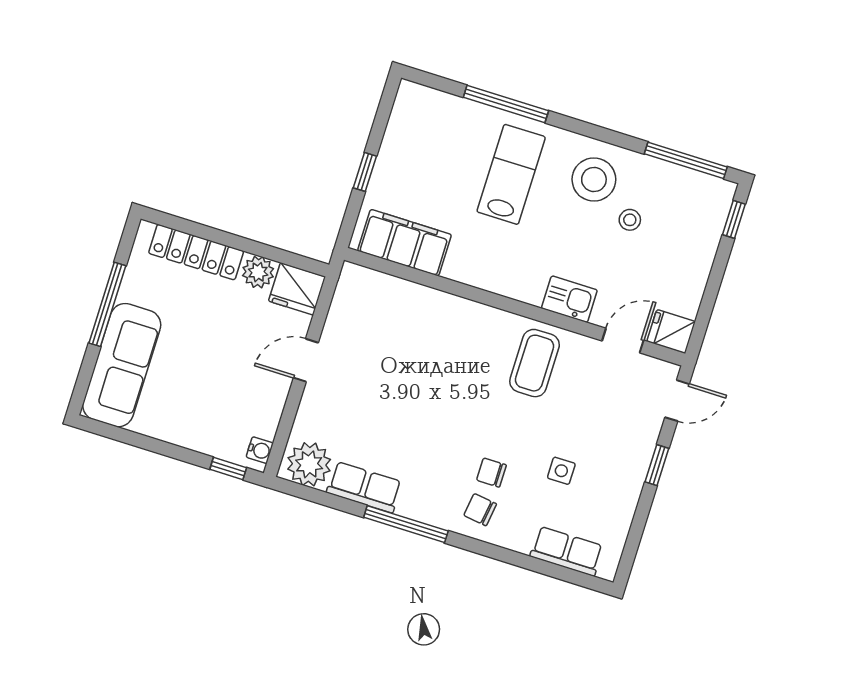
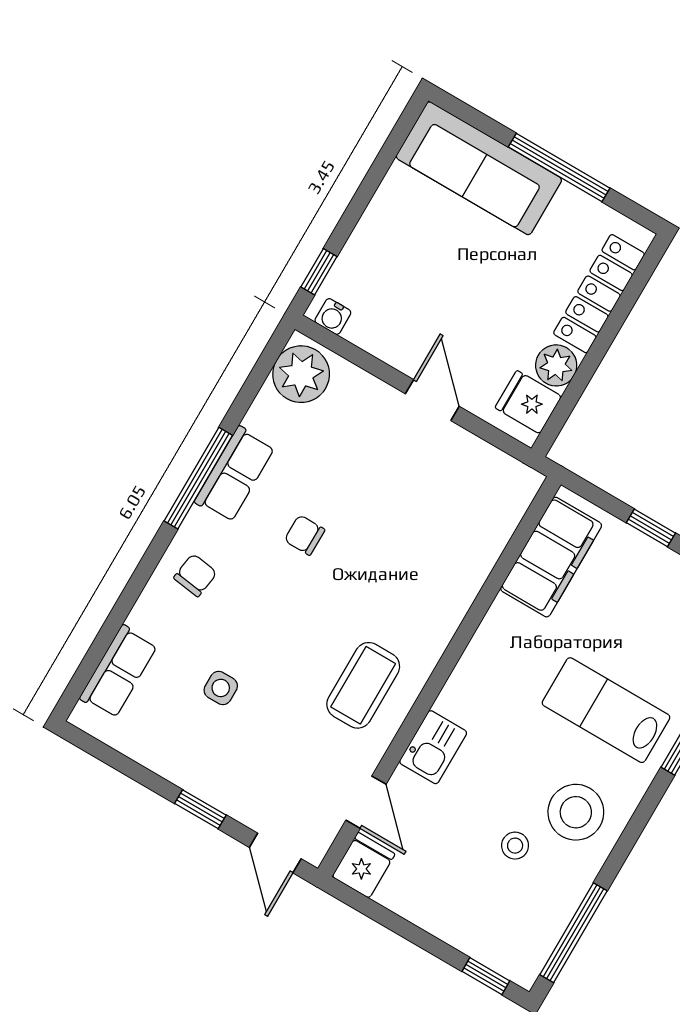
lab bench: (511, 174) -> (606, 710), turned 180
fridge: (297, 289) -> (528, 402), width x0.72
coffee table: (535, 363) -> (363, 685), turned 90
chair: (491, 473) -> (305, 535), moved, turned -90
row of seats: (364, 487) -> (235, 474), moved

